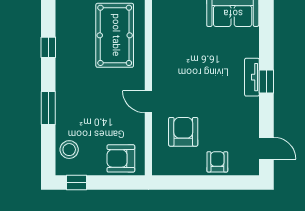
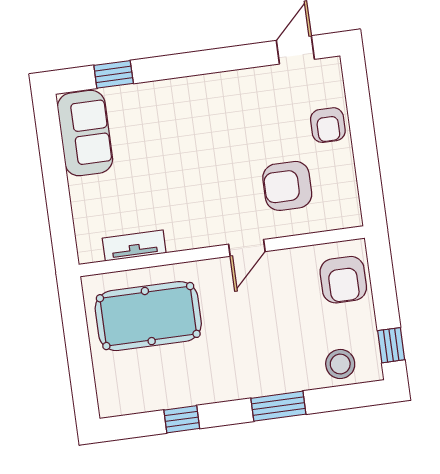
tv unit: (252, 77) -> (134, 246), moved, turned 180
window: (266, 82) -> (114, 74), moved
armchair: (217, 162) -> (328, 125), turned -90

